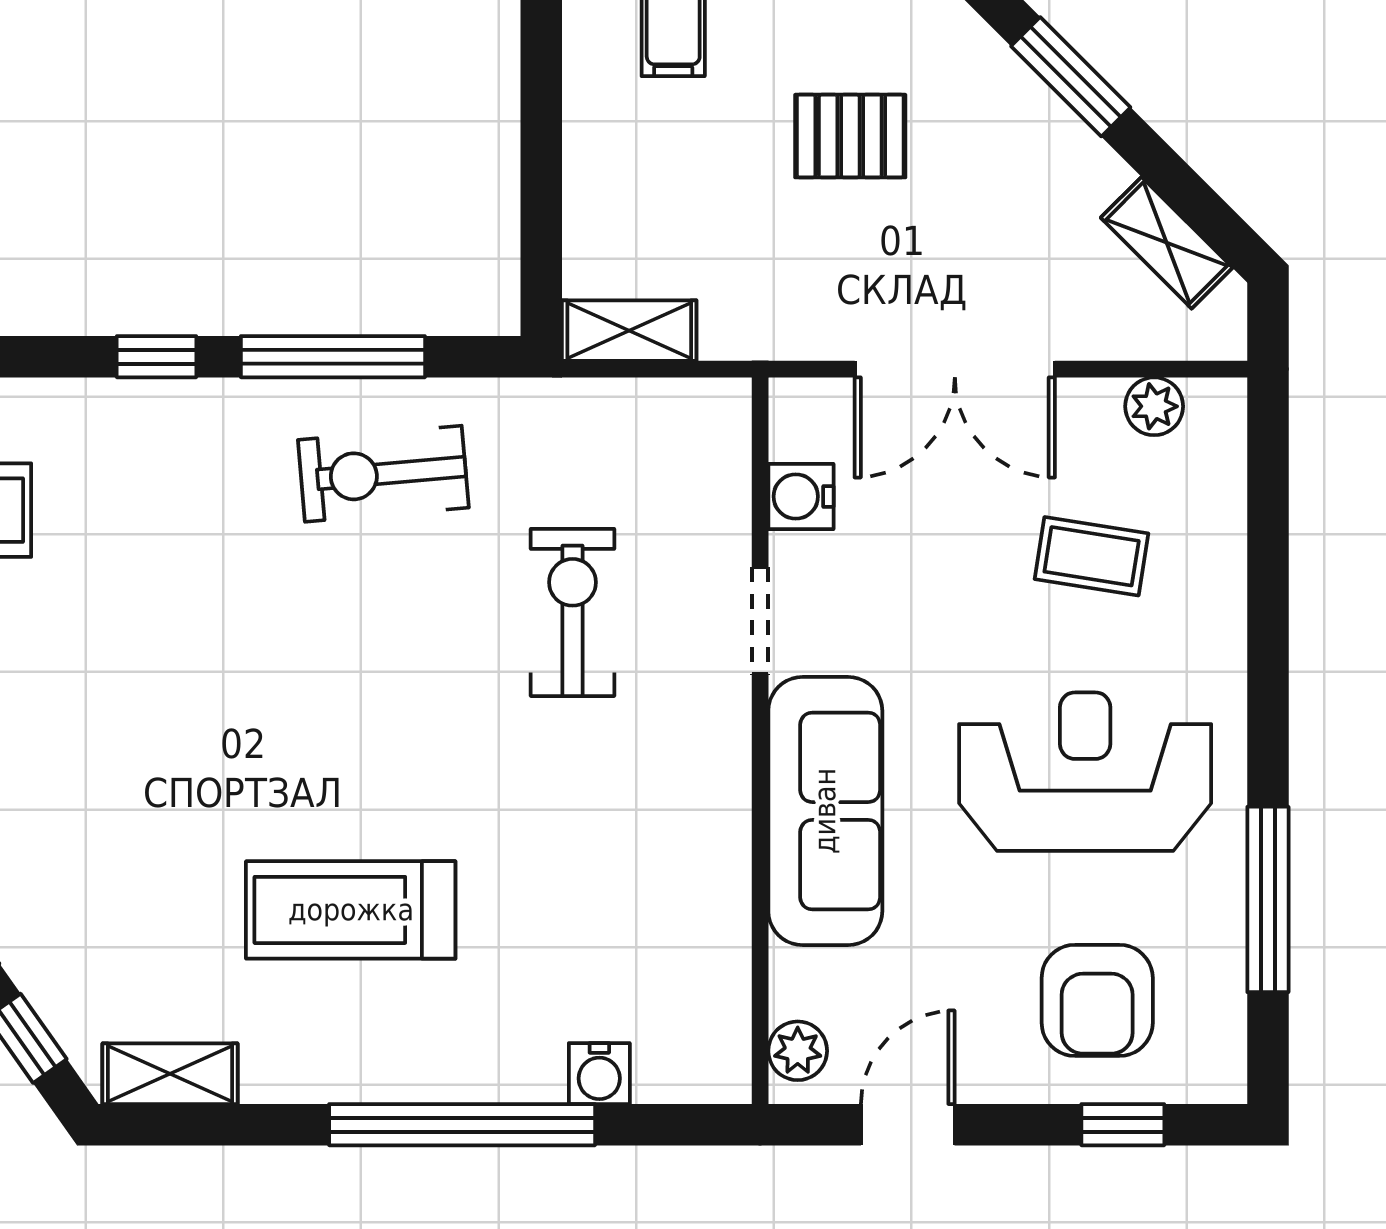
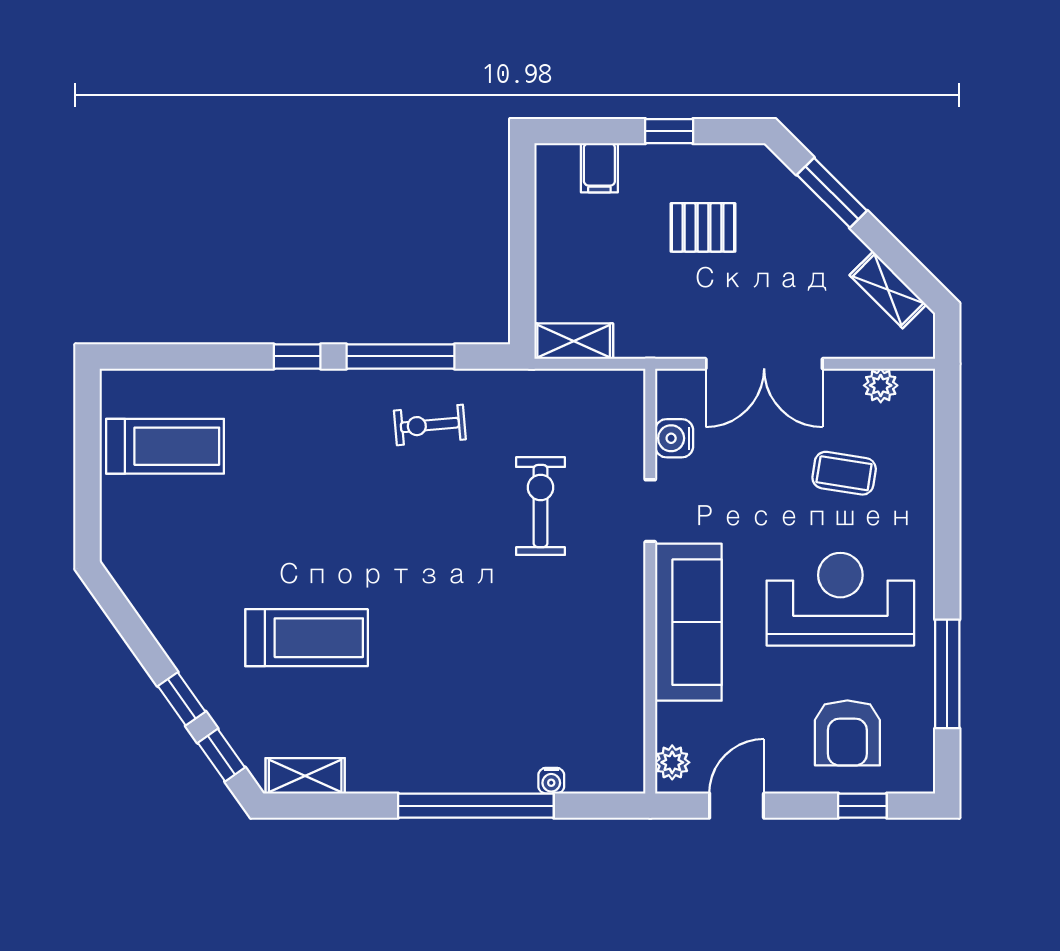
exercise bike: (383, 474) -> (430, 425), width x0.73, depth x0.72
treadmill: (351, 910) -> (307, 638), moved, turned 180
water cooler: (599, 1074) -> (551, 781), width x0.72, depth x0.72

